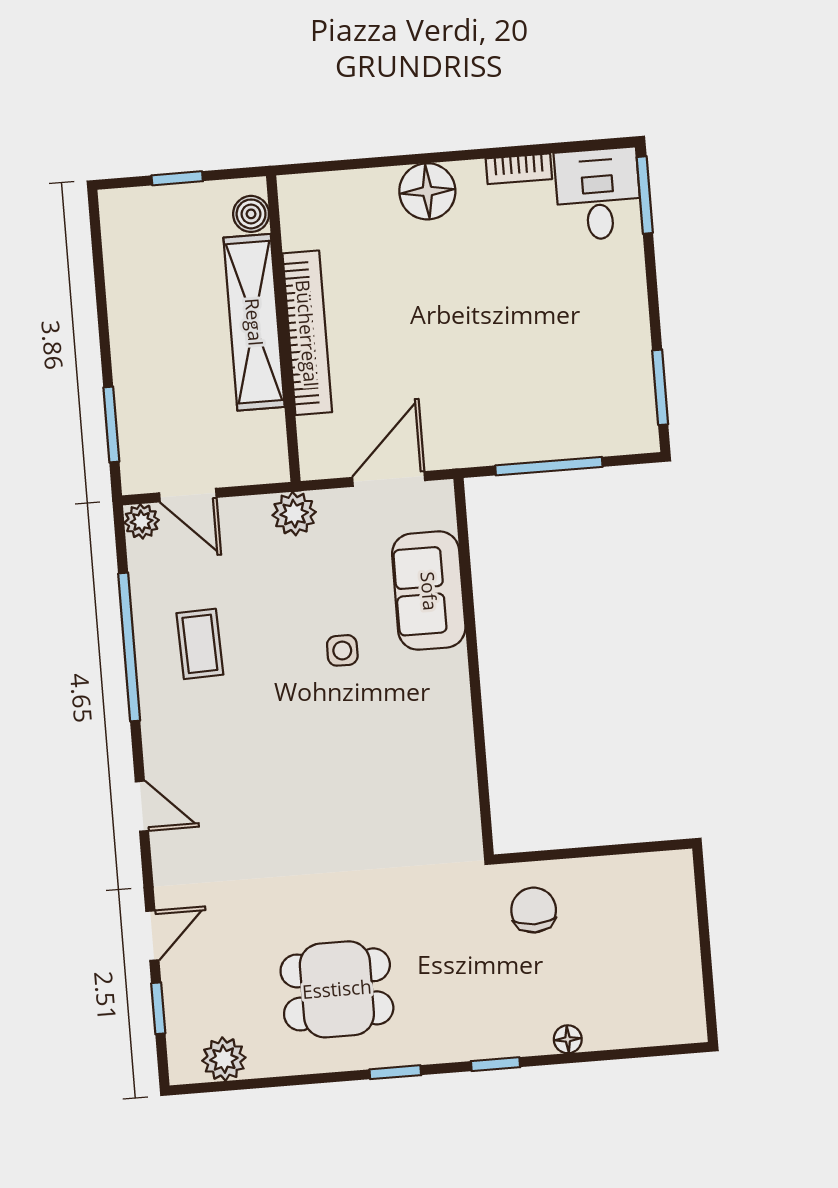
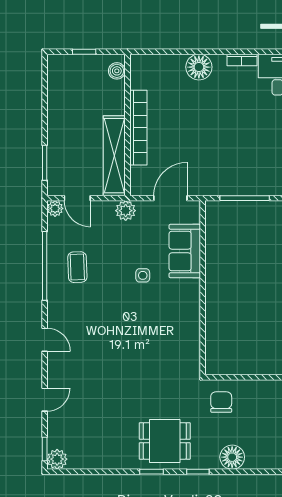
shelving: (254, 322) -> (114, 156), moved
dining table: (337, 989) -> (165, 441), moved
window: (158, 1008) -> (45, 449), moved
floor lamp: (568, 1039) -> (232, 457), width x1.89, depth x1.89
plant: (224, 1059) -> (57, 459), moved

